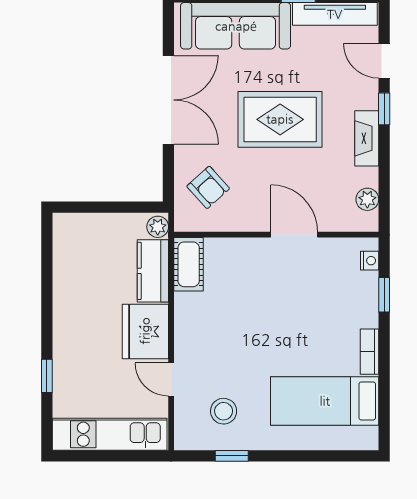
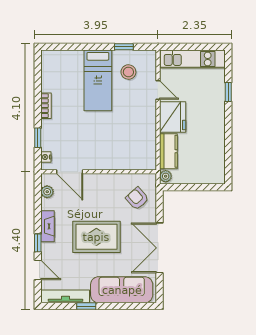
door: (294, 235) -> (70, 172), moved
cot: (189, 264) -> (148, 155), removed
bed: (325, 401) -> (98, 80), moved, turned 90

